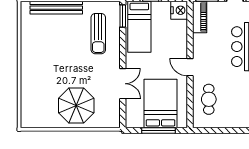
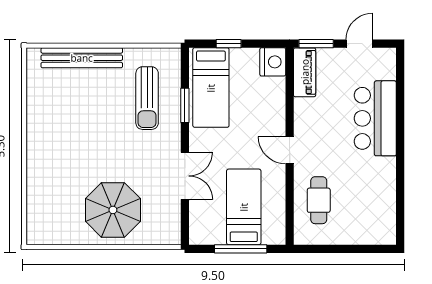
window: (123, 16) -> (185, 105), moved
bed: (161, 104) -> (244, 207), width x0.67

